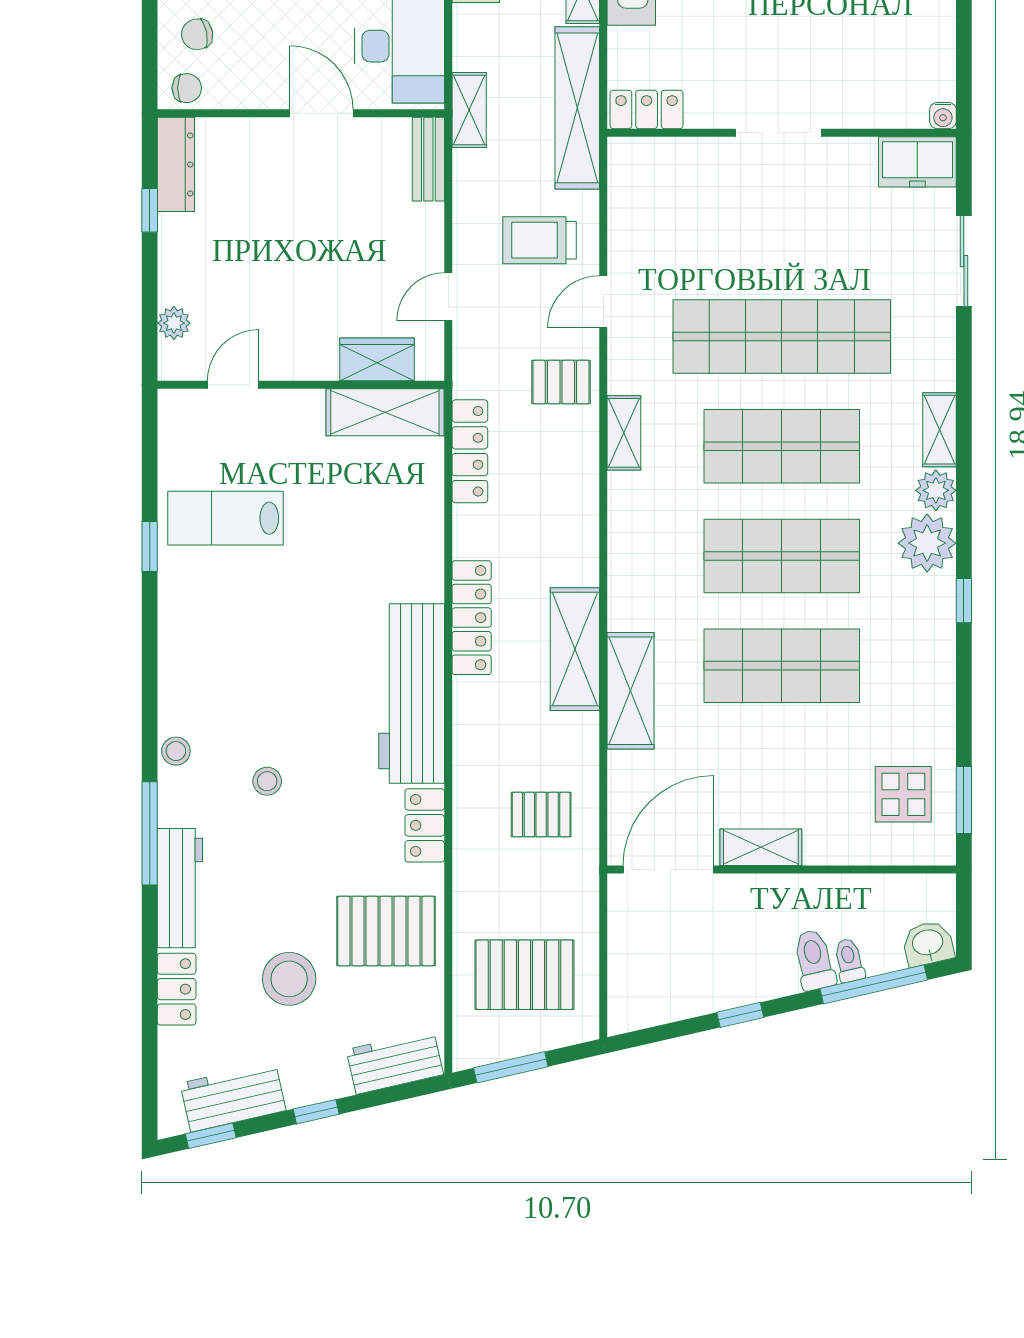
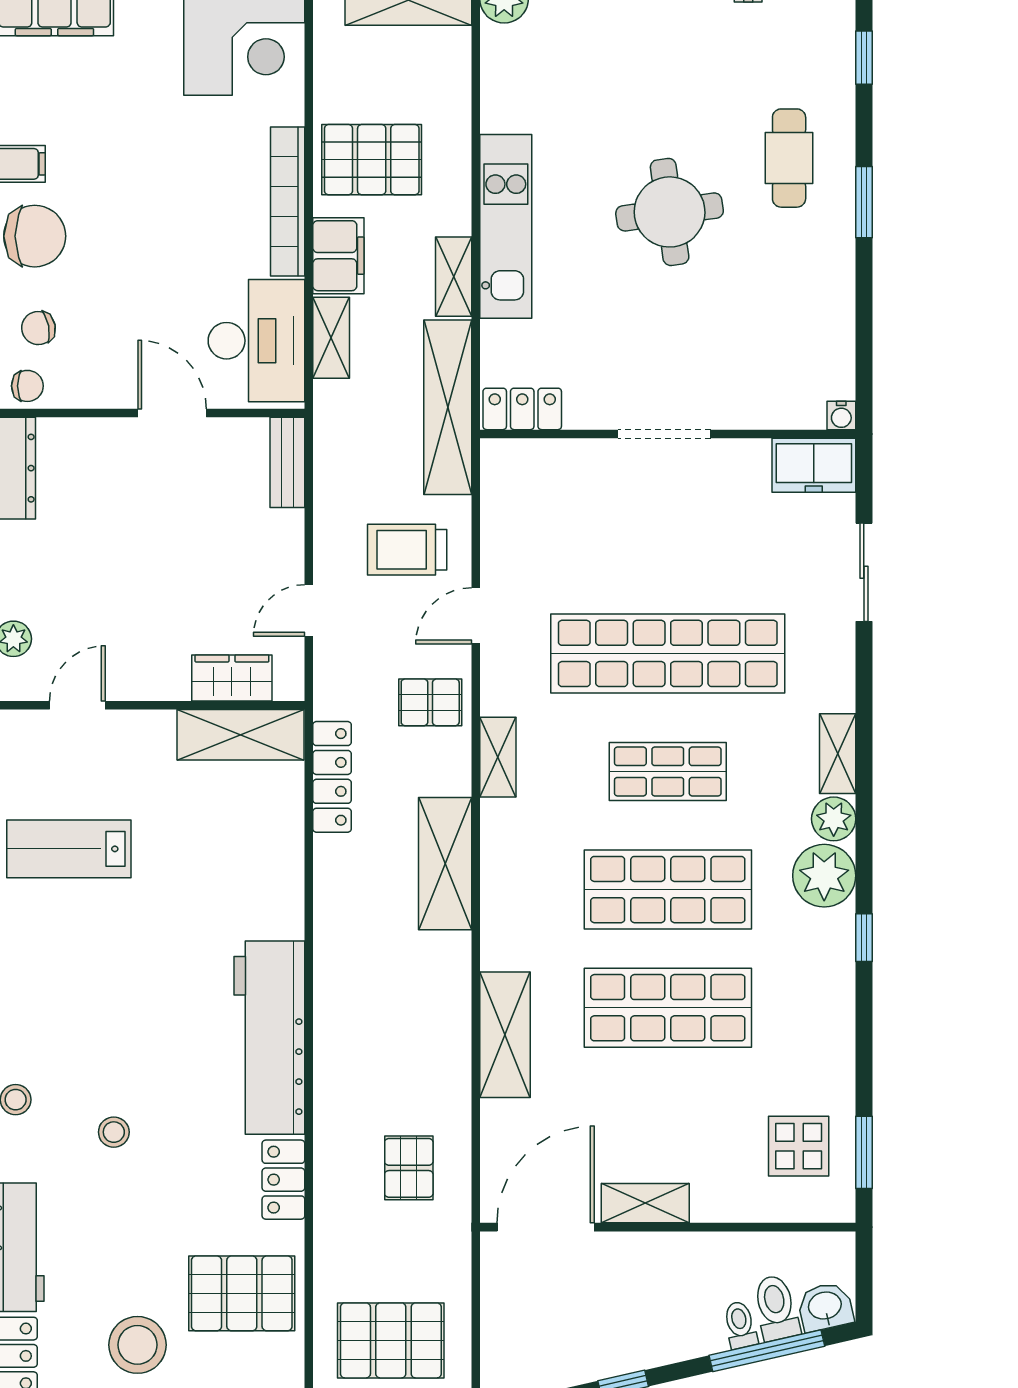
shelving: (469, 110) -> (331, 338), moved
shop shelf: (782, 446) -> (668, 771), width x0.70, depth x0.74
locker: (472, 618) -> (334, 956), removed
shelving: (575, 649) -> (445, 864), moved
pallet: (541, 815) -> (409, 1168), turned 90
toilet: (814, 960) -> (776, 1308), moved

